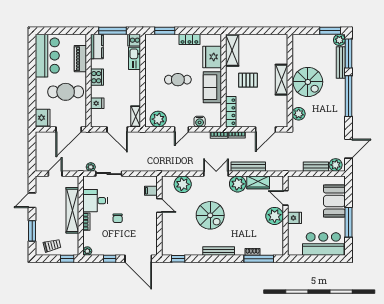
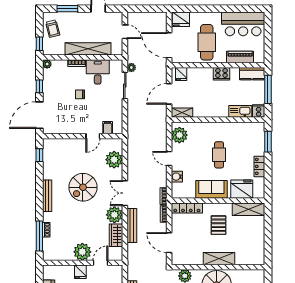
fridge: (97, 103) -> (181, 74), moved
double door: (216, 174) -> (125, 193), swing flipped

